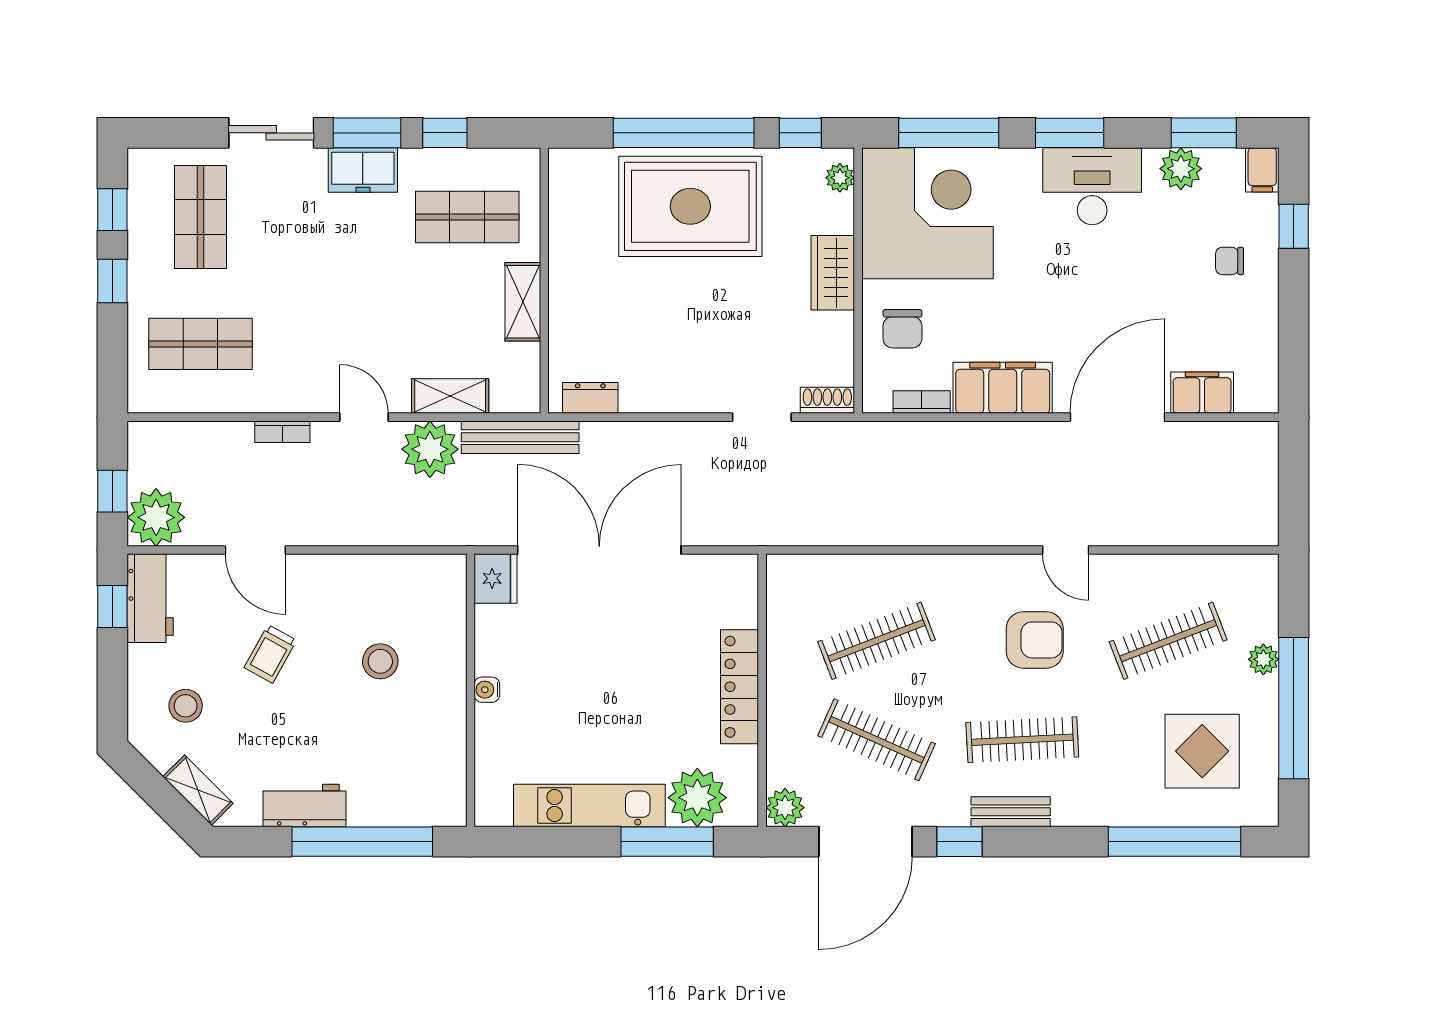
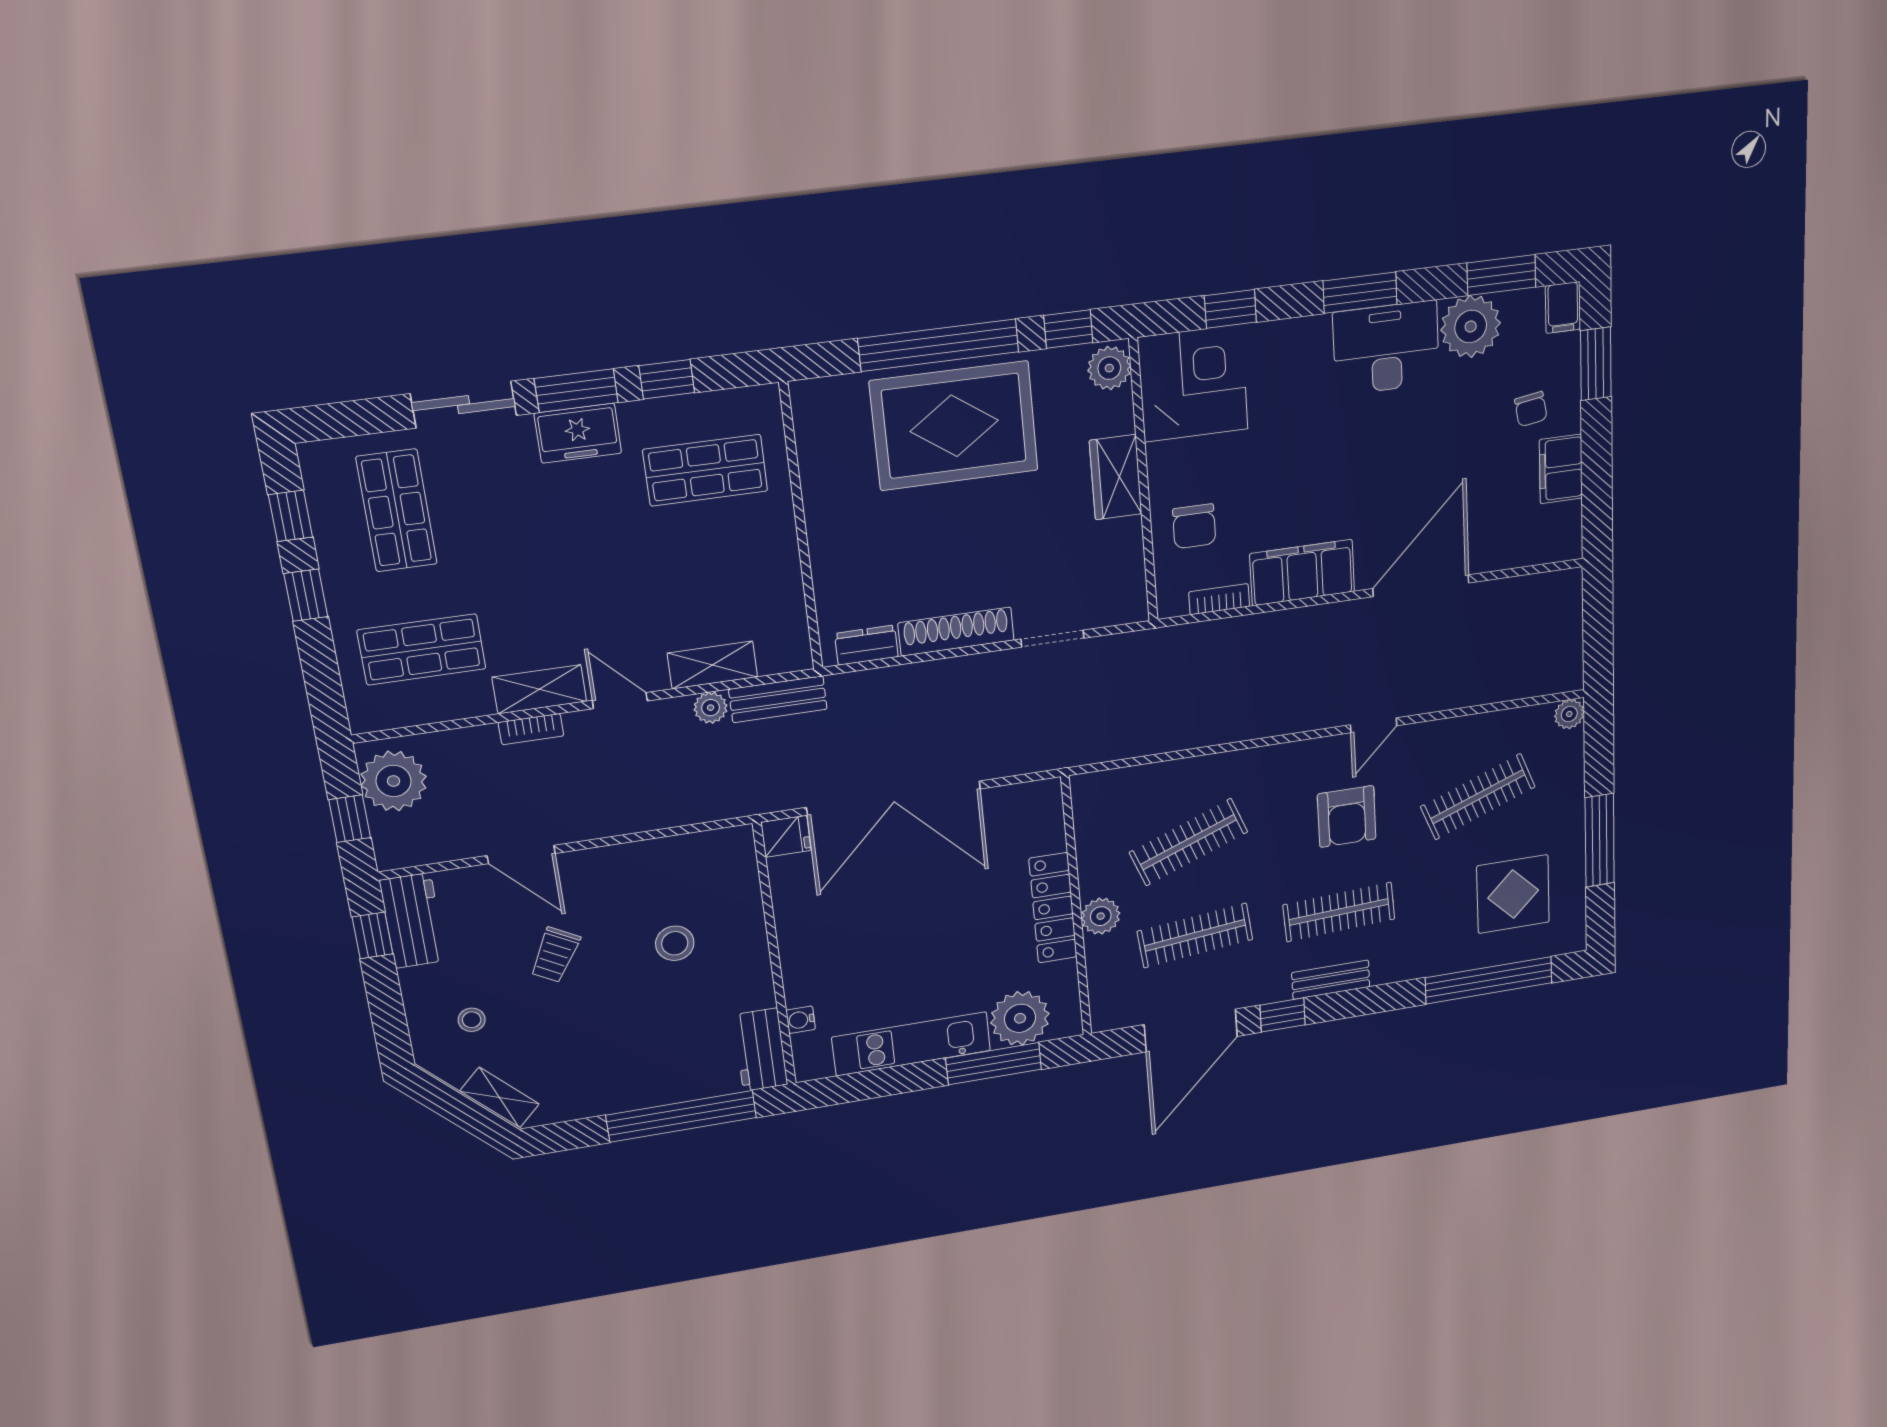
window: (949, 133) -> (1230, 309), width x0.46
plant: (1181, 169) -> (1471, 326), width x1.36, depth x1.36
plant: (840, 178) -> (1109, 368), width x1.38, depth x1.38
corner desk: (927, 213) -> (1193, 383), width x0.74, depth x0.74
window: (1294, 226) -> (1596, 364), width x1.50
chair: (1230, 261) -> (1531, 409), turned -99
shelving: (523, 302) -> (539, 689), moved, turned 90
filing cabinet: (1202, 393) -> (1561, 469), moved, turned -90
shoe rack: (827, 400) -> (956, 632), moved, width x1.94, depth x1.24
bench: (520, 437) -> (778, 699), width x0.73
plant: (430, 449) -> (711, 708), width x0.53, depth x0.53
plant: (156, 517) -> (394, 781), moved
double door: (599, 550) -> (894, 798), swing flipped
door: (1066, 550) -> (1374, 725), hinge flipped
fridge: (496, 578) -> (786, 836), width x0.72
armchair: (1035, 640) -> (1347, 817), turned 90
plant: (1263, 659) -> (1569, 714), moved
water cooler: (487, 690) -> (801, 1020), moved
stool: (186, 706) -> (472, 1020), width x0.73, depth x0.73
window: (1294, 708) -> (1600, 840), width x0.68
clothes rail: (876, 740) -> (1195, 935), turned -30
workbench: (304, 805) -> (761, 1050), moved, turned -90
plant: (785, 808) -> (1101, 916), moved

